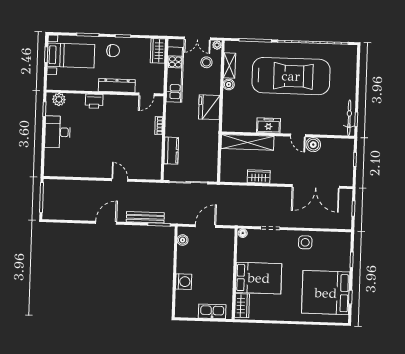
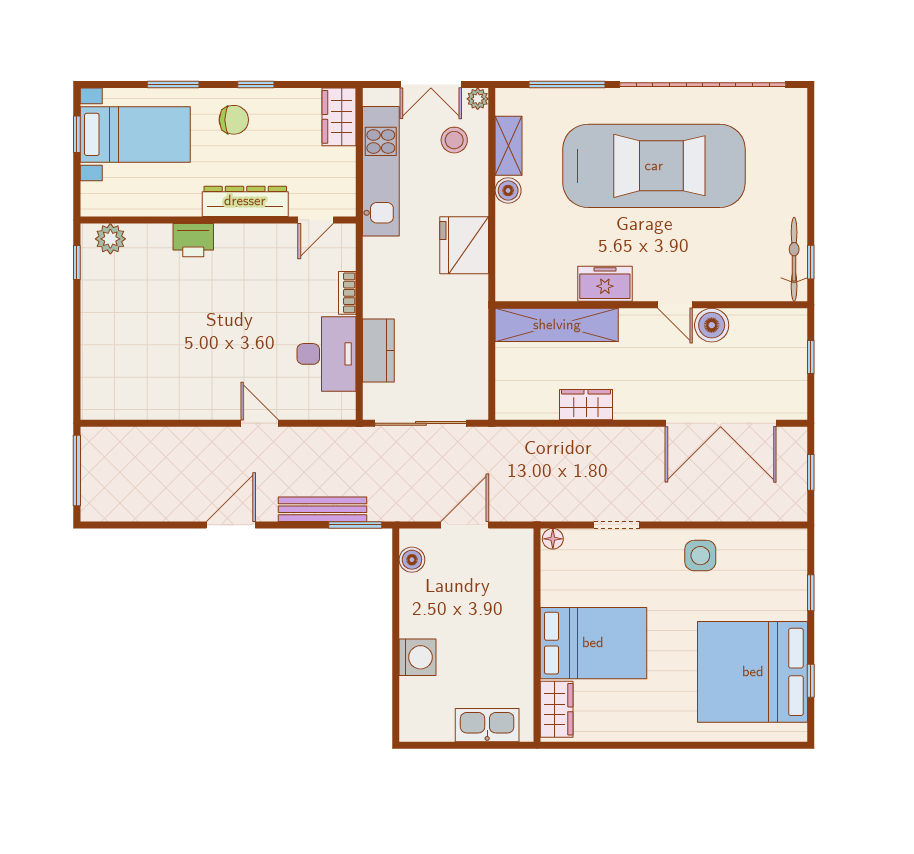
desk: (58, 132) -> (326, 354), moved, turned 180

